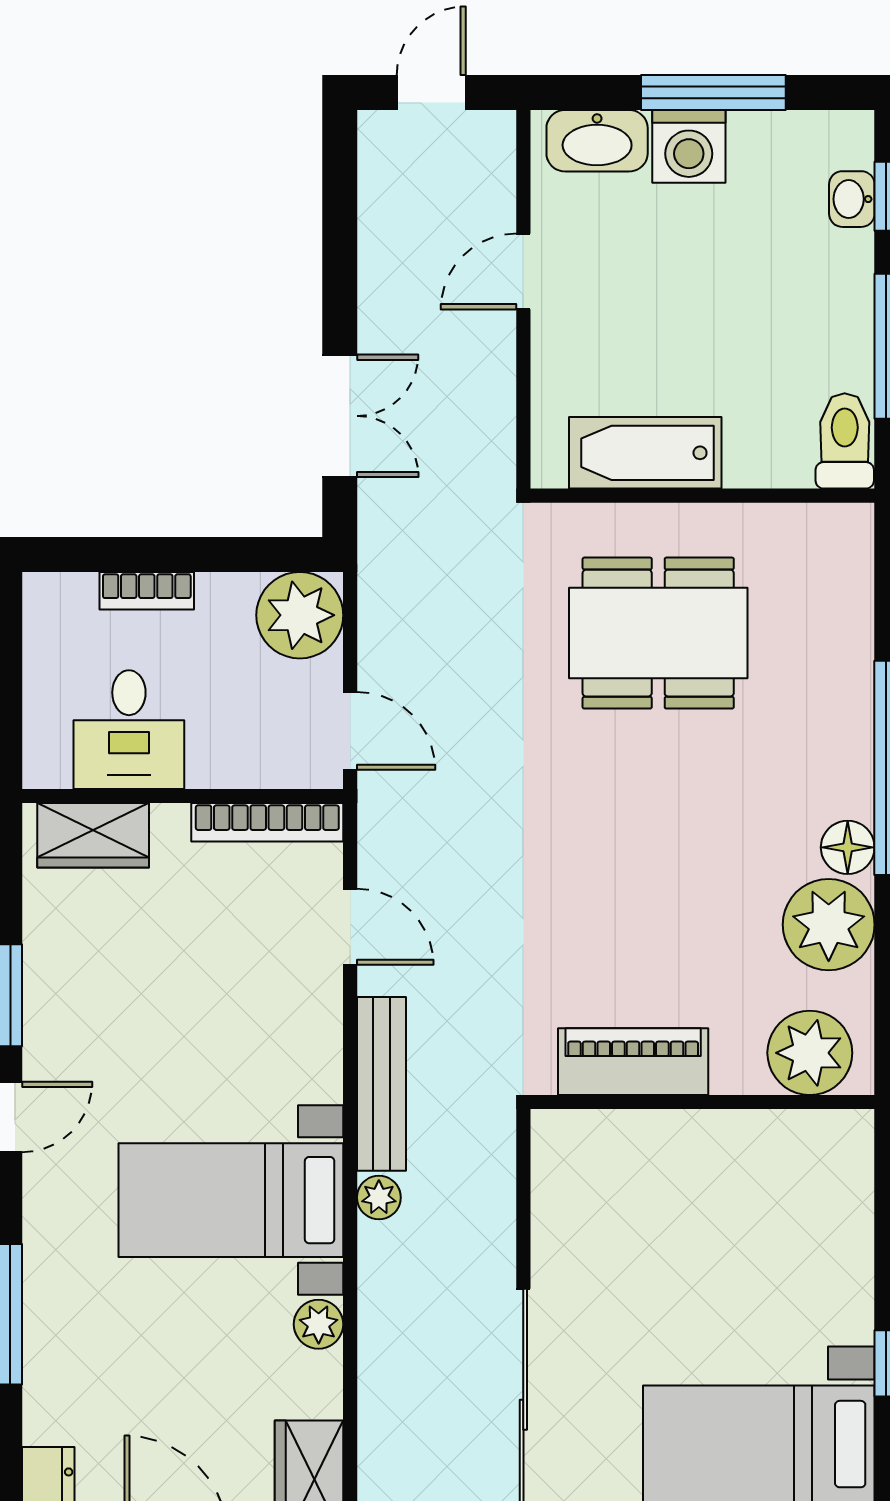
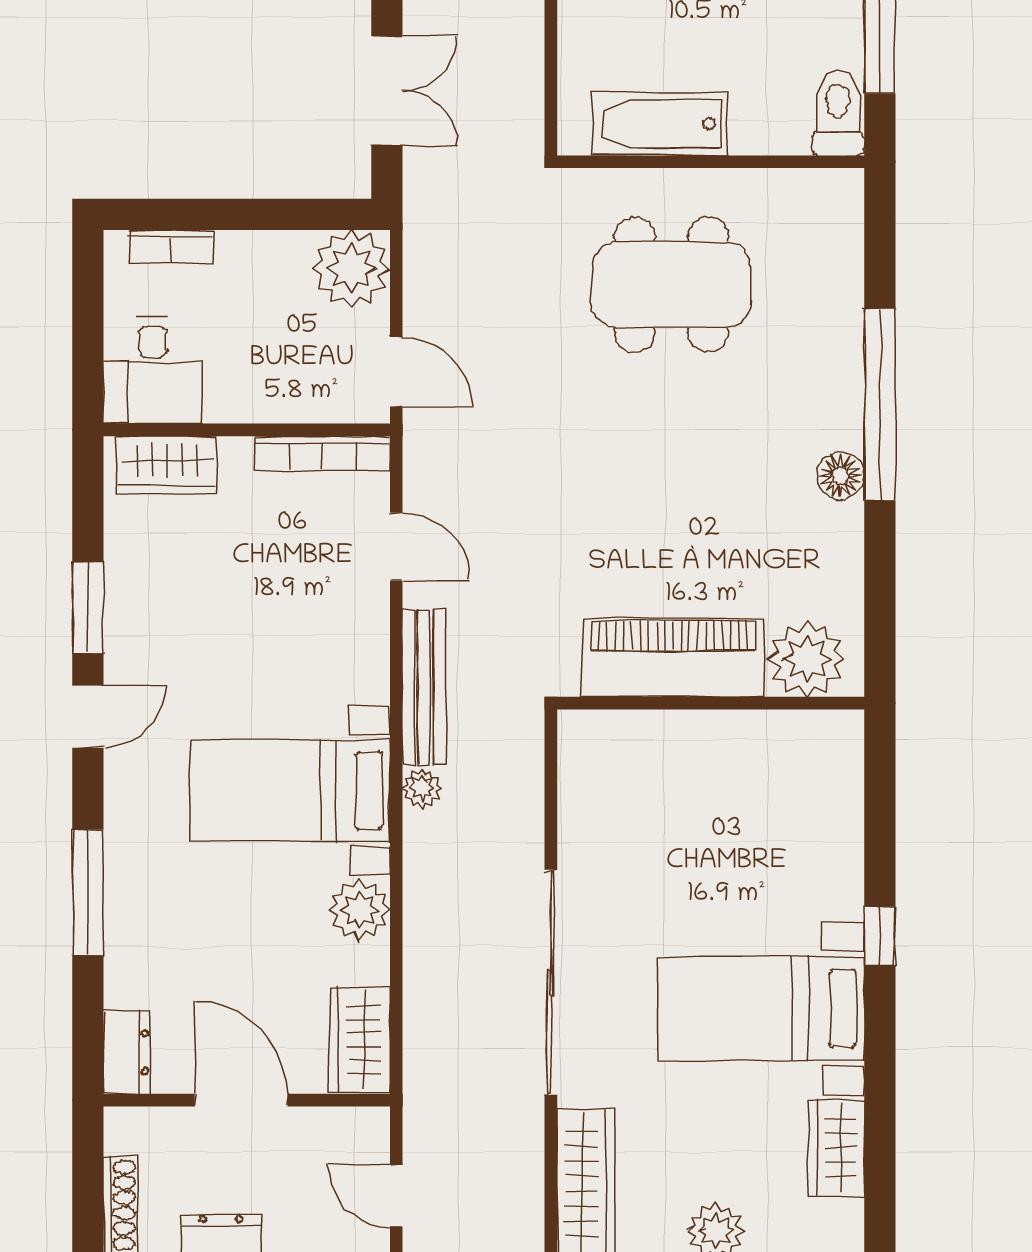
bookcase: (147, 591) -> (170, 247), moved
desk: (129, 730) -> (153, 371), moved
plant: (829, 925) -> (823, 545), removed
piano: (633, 1062) -> (673, 657), width x1.37, depth x1.33
plant: (319, 1324) -> (360, 910), width x1.38, depth x1.38

